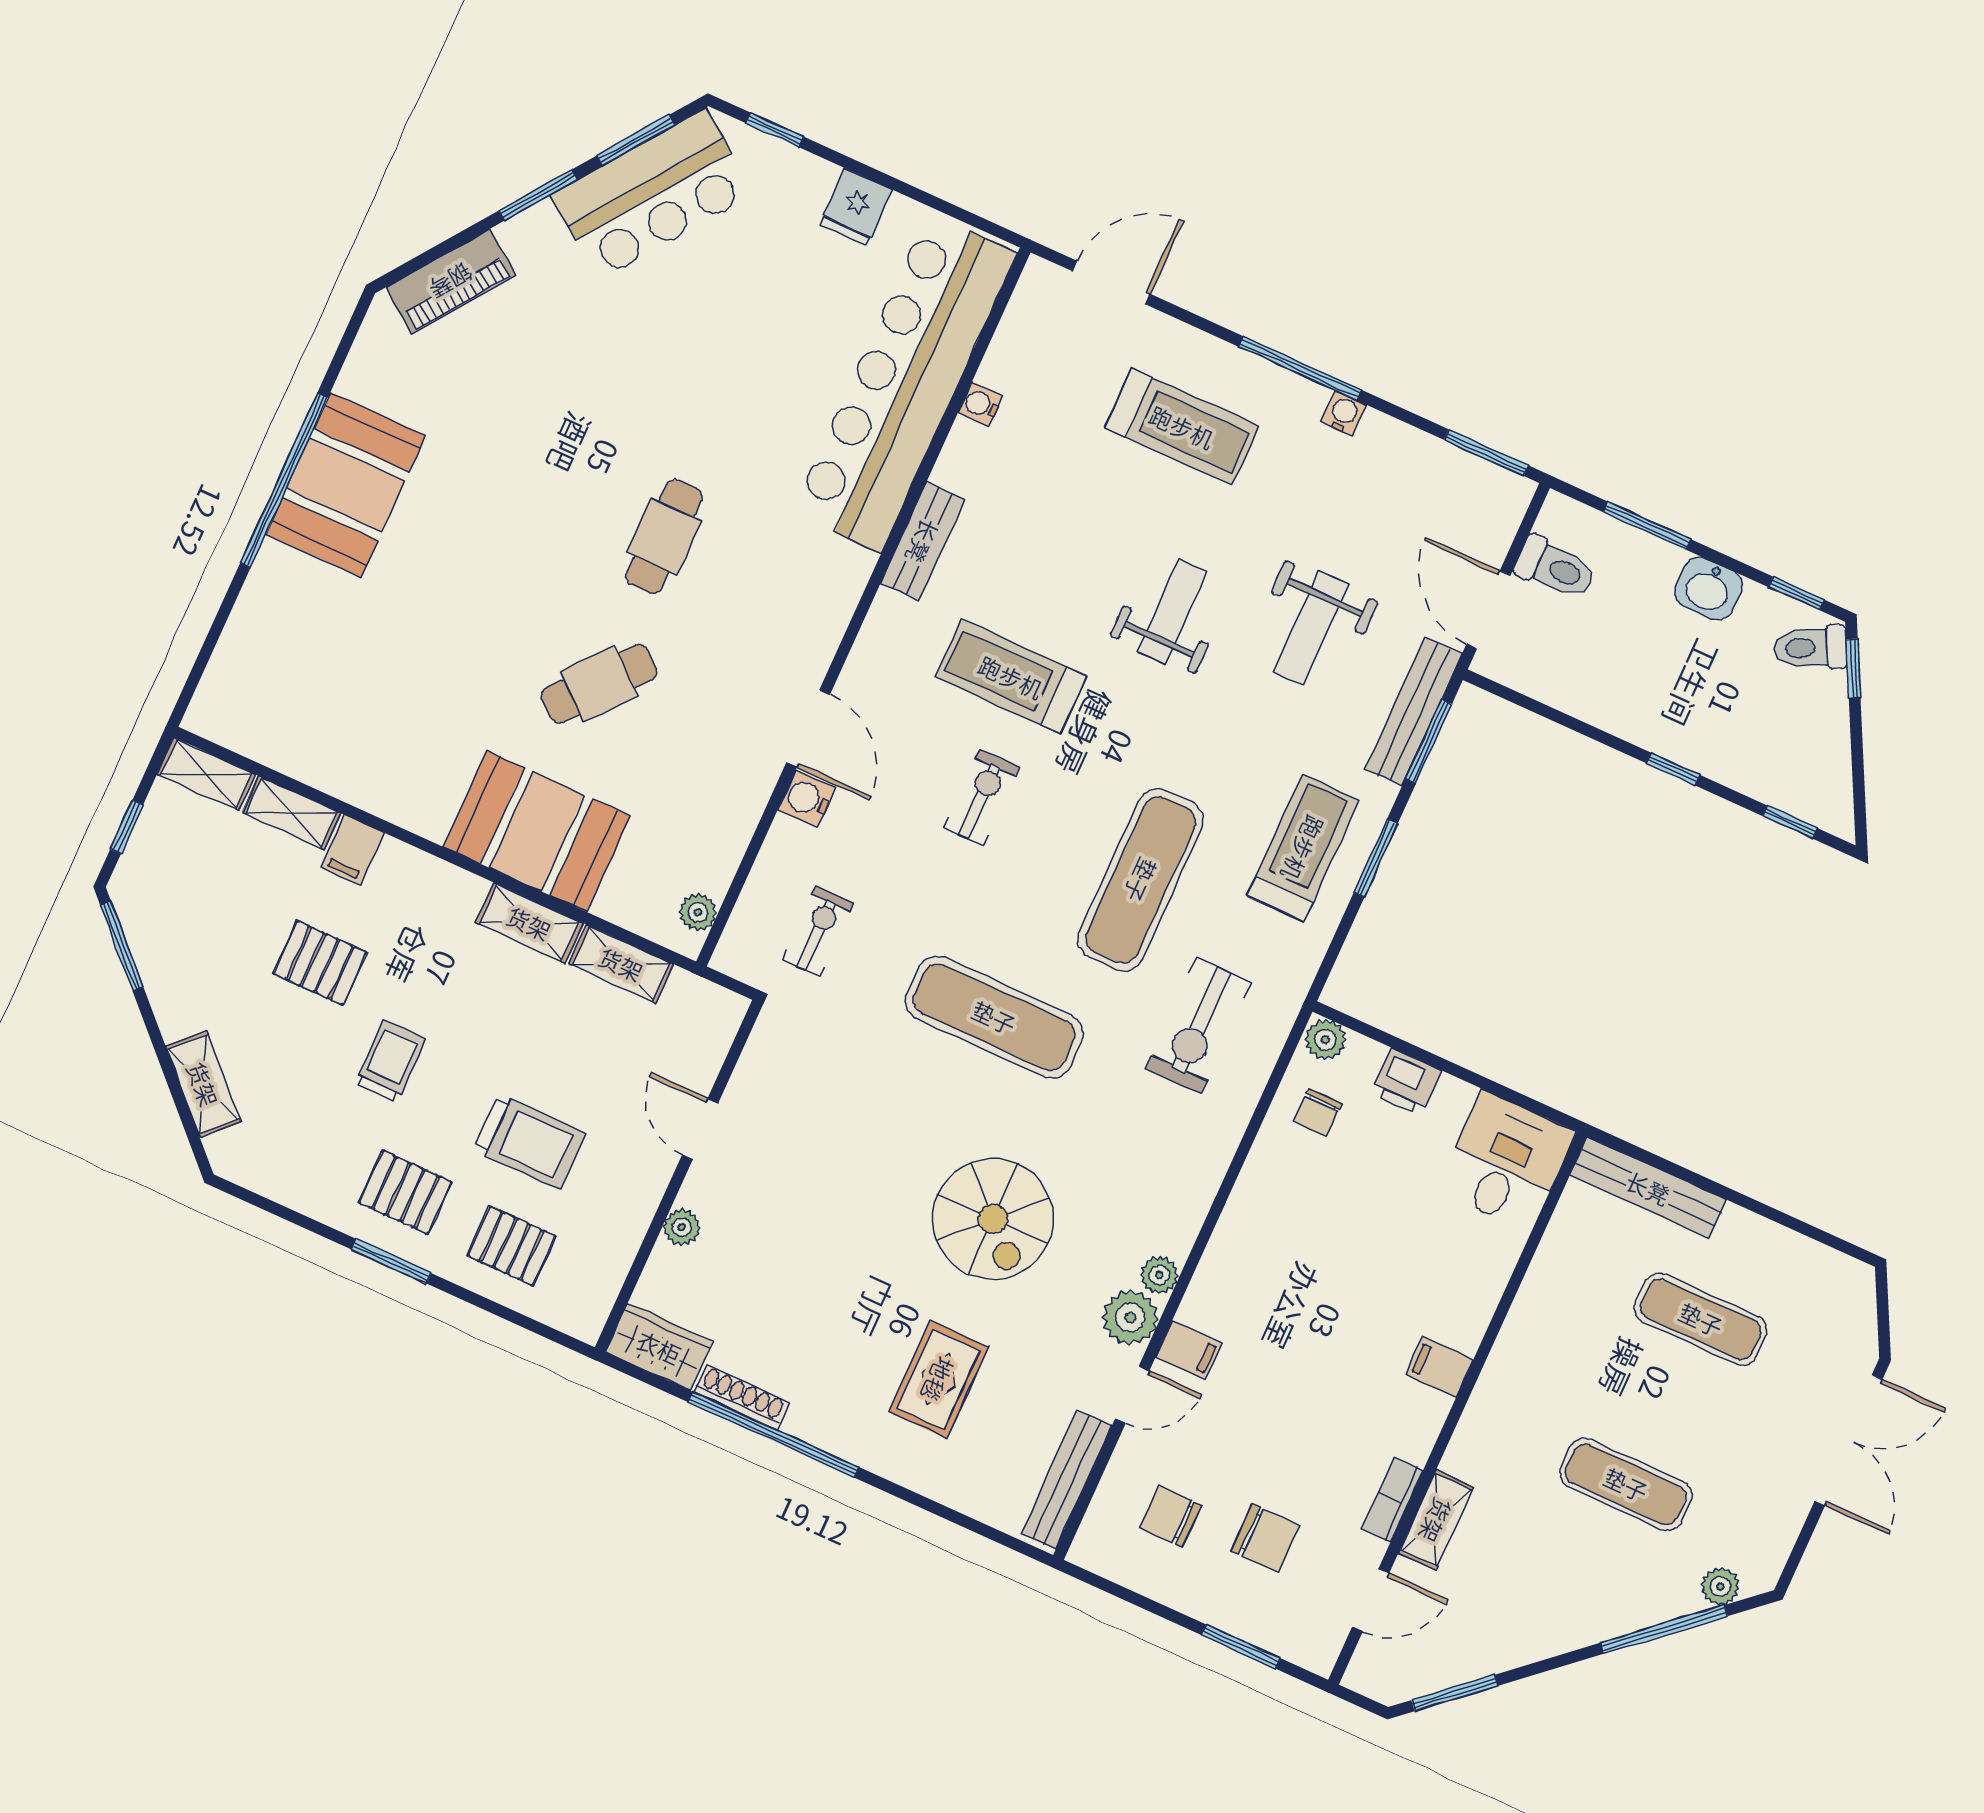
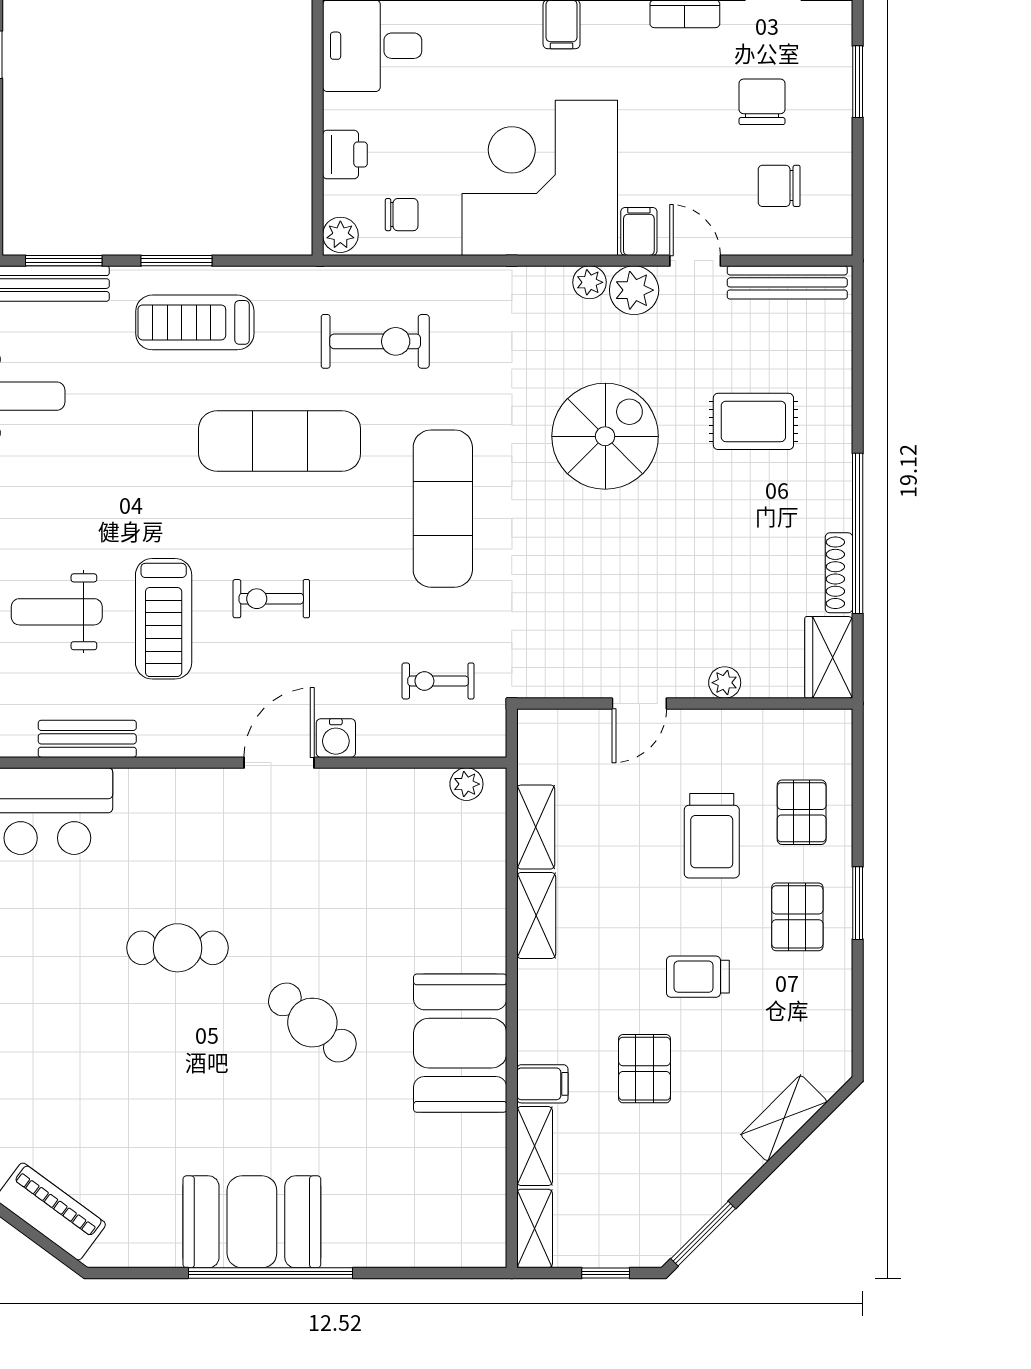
weight bench: (1172, 612) -> (57, 612), moved
cafe table: (599, 684) -> (312, 1023), moved
booth: (537, 831) -> (460, 1043), moved
trolley: (529, 1142) -> (712, 836), turned 180
corner desk: (1291, 1273) -> (540, 178), added
chair: (1170, 1517) -> (779, 186), turned 90

